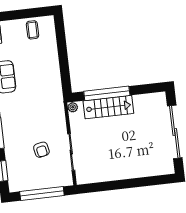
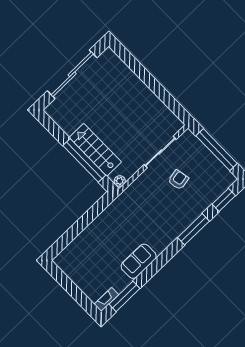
coffee table: (32, 30) -> (79, 269), removed

